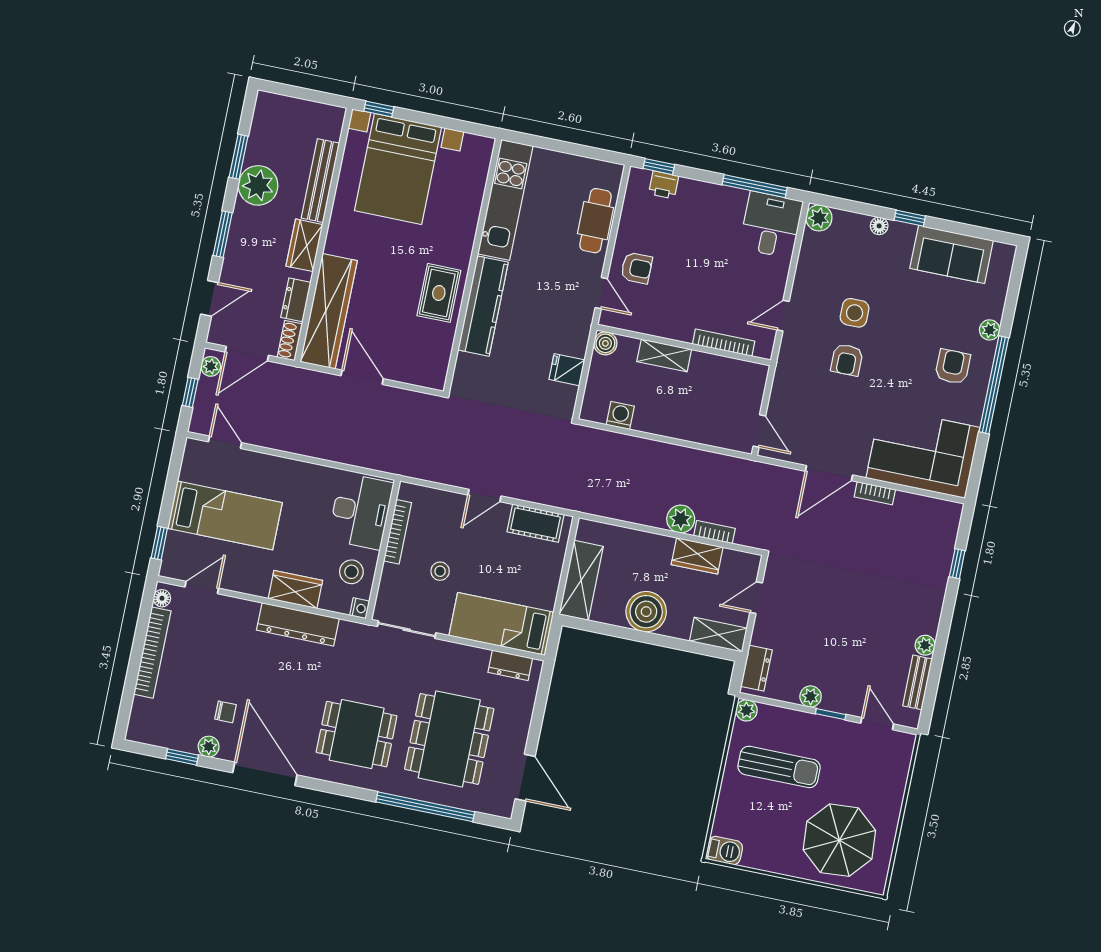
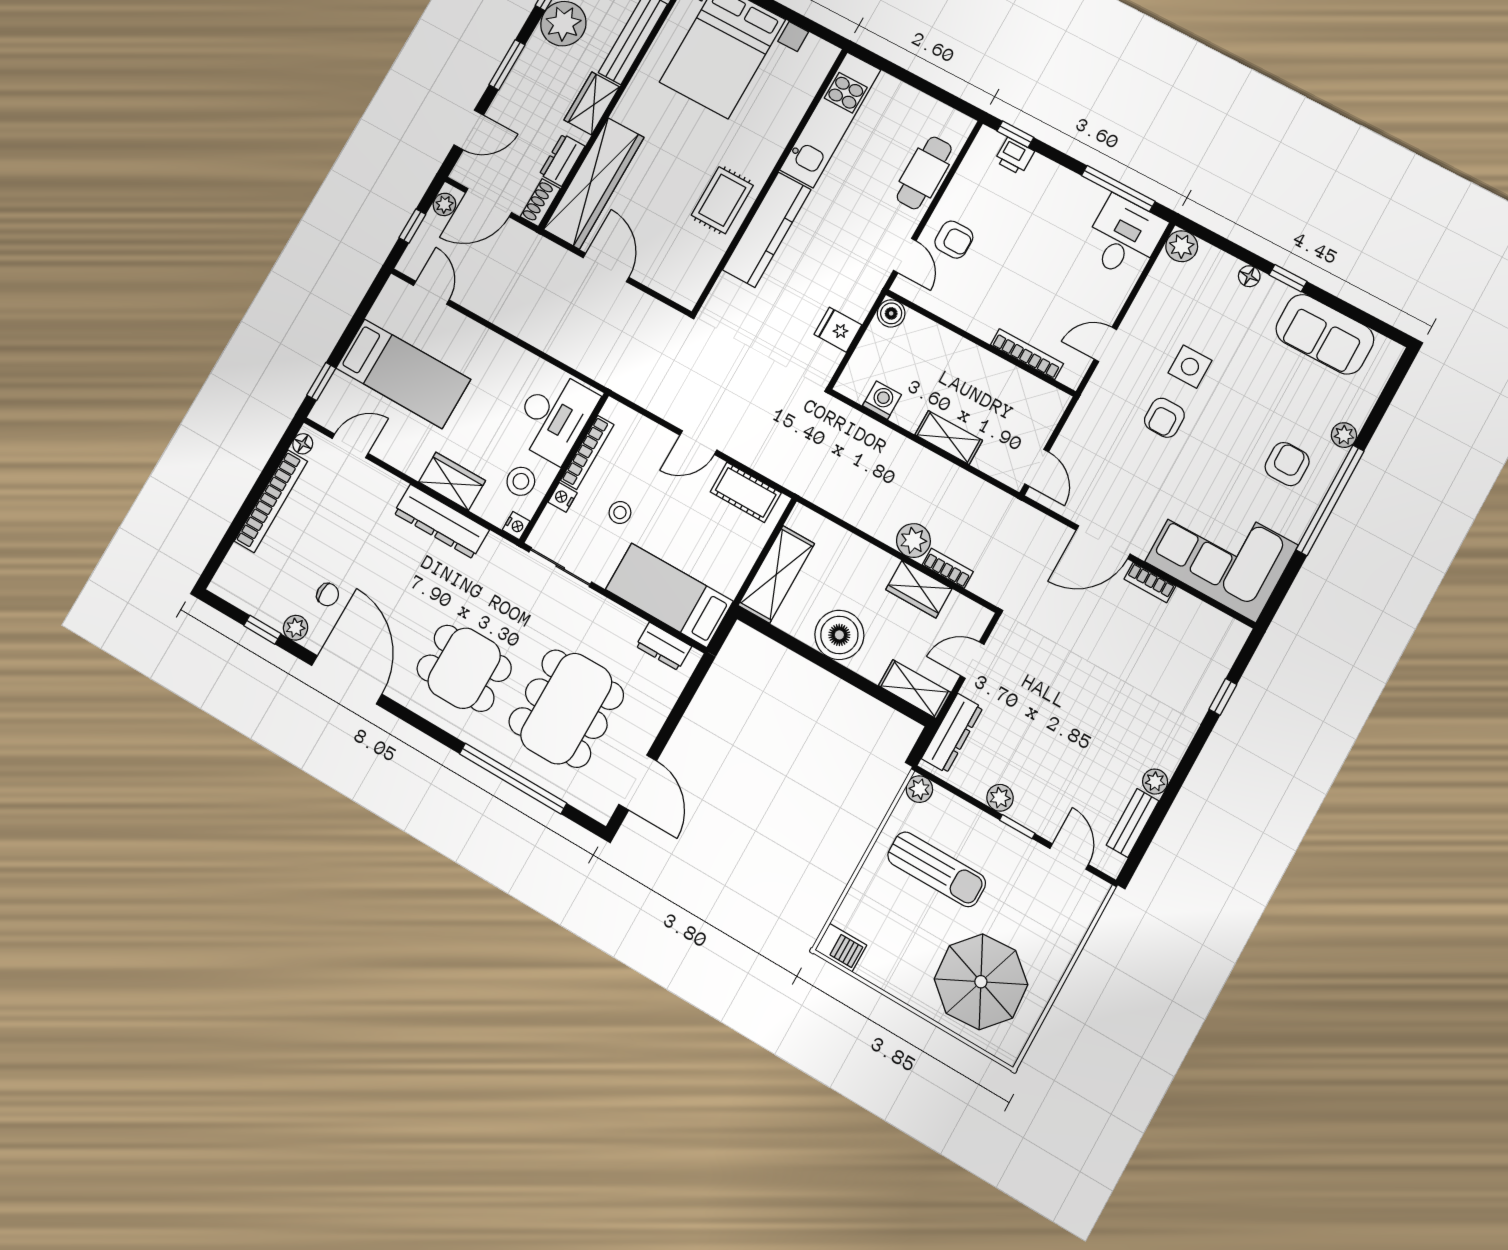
shelving: (664, 355) -> (949, 438), moved
nightstand: (390, 574) -> (563, 497), added
dresser: (756, 668) -> (952, 733), width x1.44

